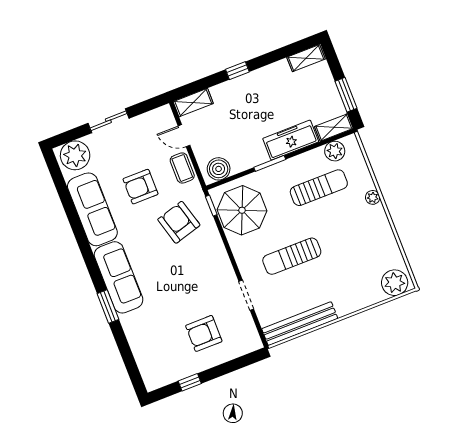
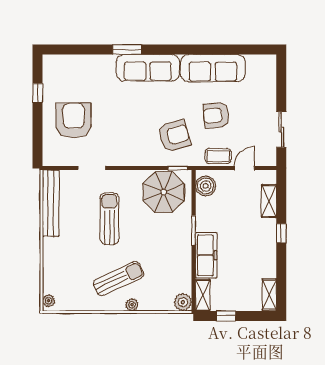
window: (346, 95) -> (226, 316), width x0.67
shelving: (193, 103) -> (269, 201), moved
sliding door: (108, 121) -> (281, 129), moved
plant: (335, 151) -> (183, 302), moved
plant: (75, 155) -> (263, 71), removed
armchair: (140, 187) -> (216, 115), turned -95
sun lounger: (319, 188) -> (119, 279), moved, turned -115
plant: (395, 283) -> (49, 301), width x0.53, depth x0.53
armchair: (204, 333) -> (74, 120), width x1.36, depth x1.36

